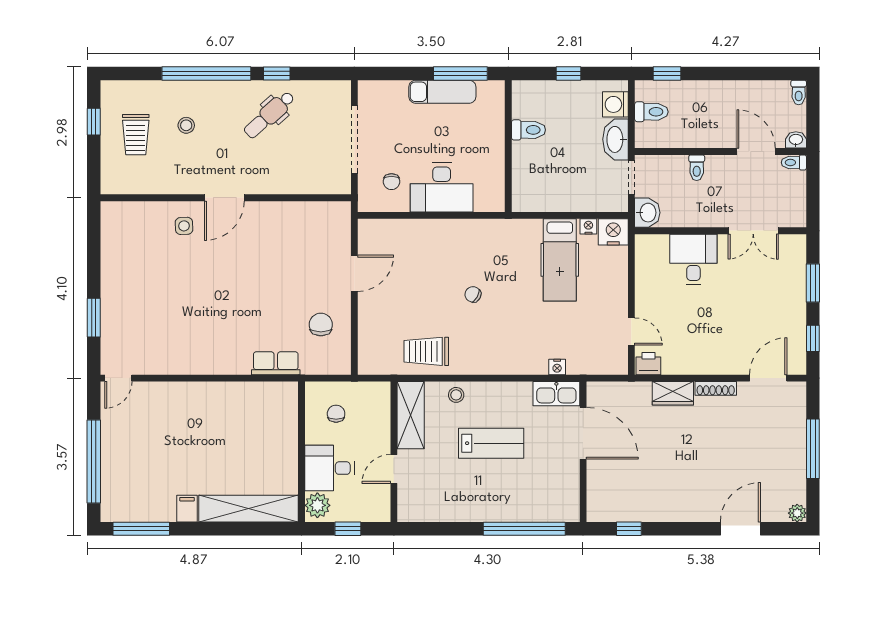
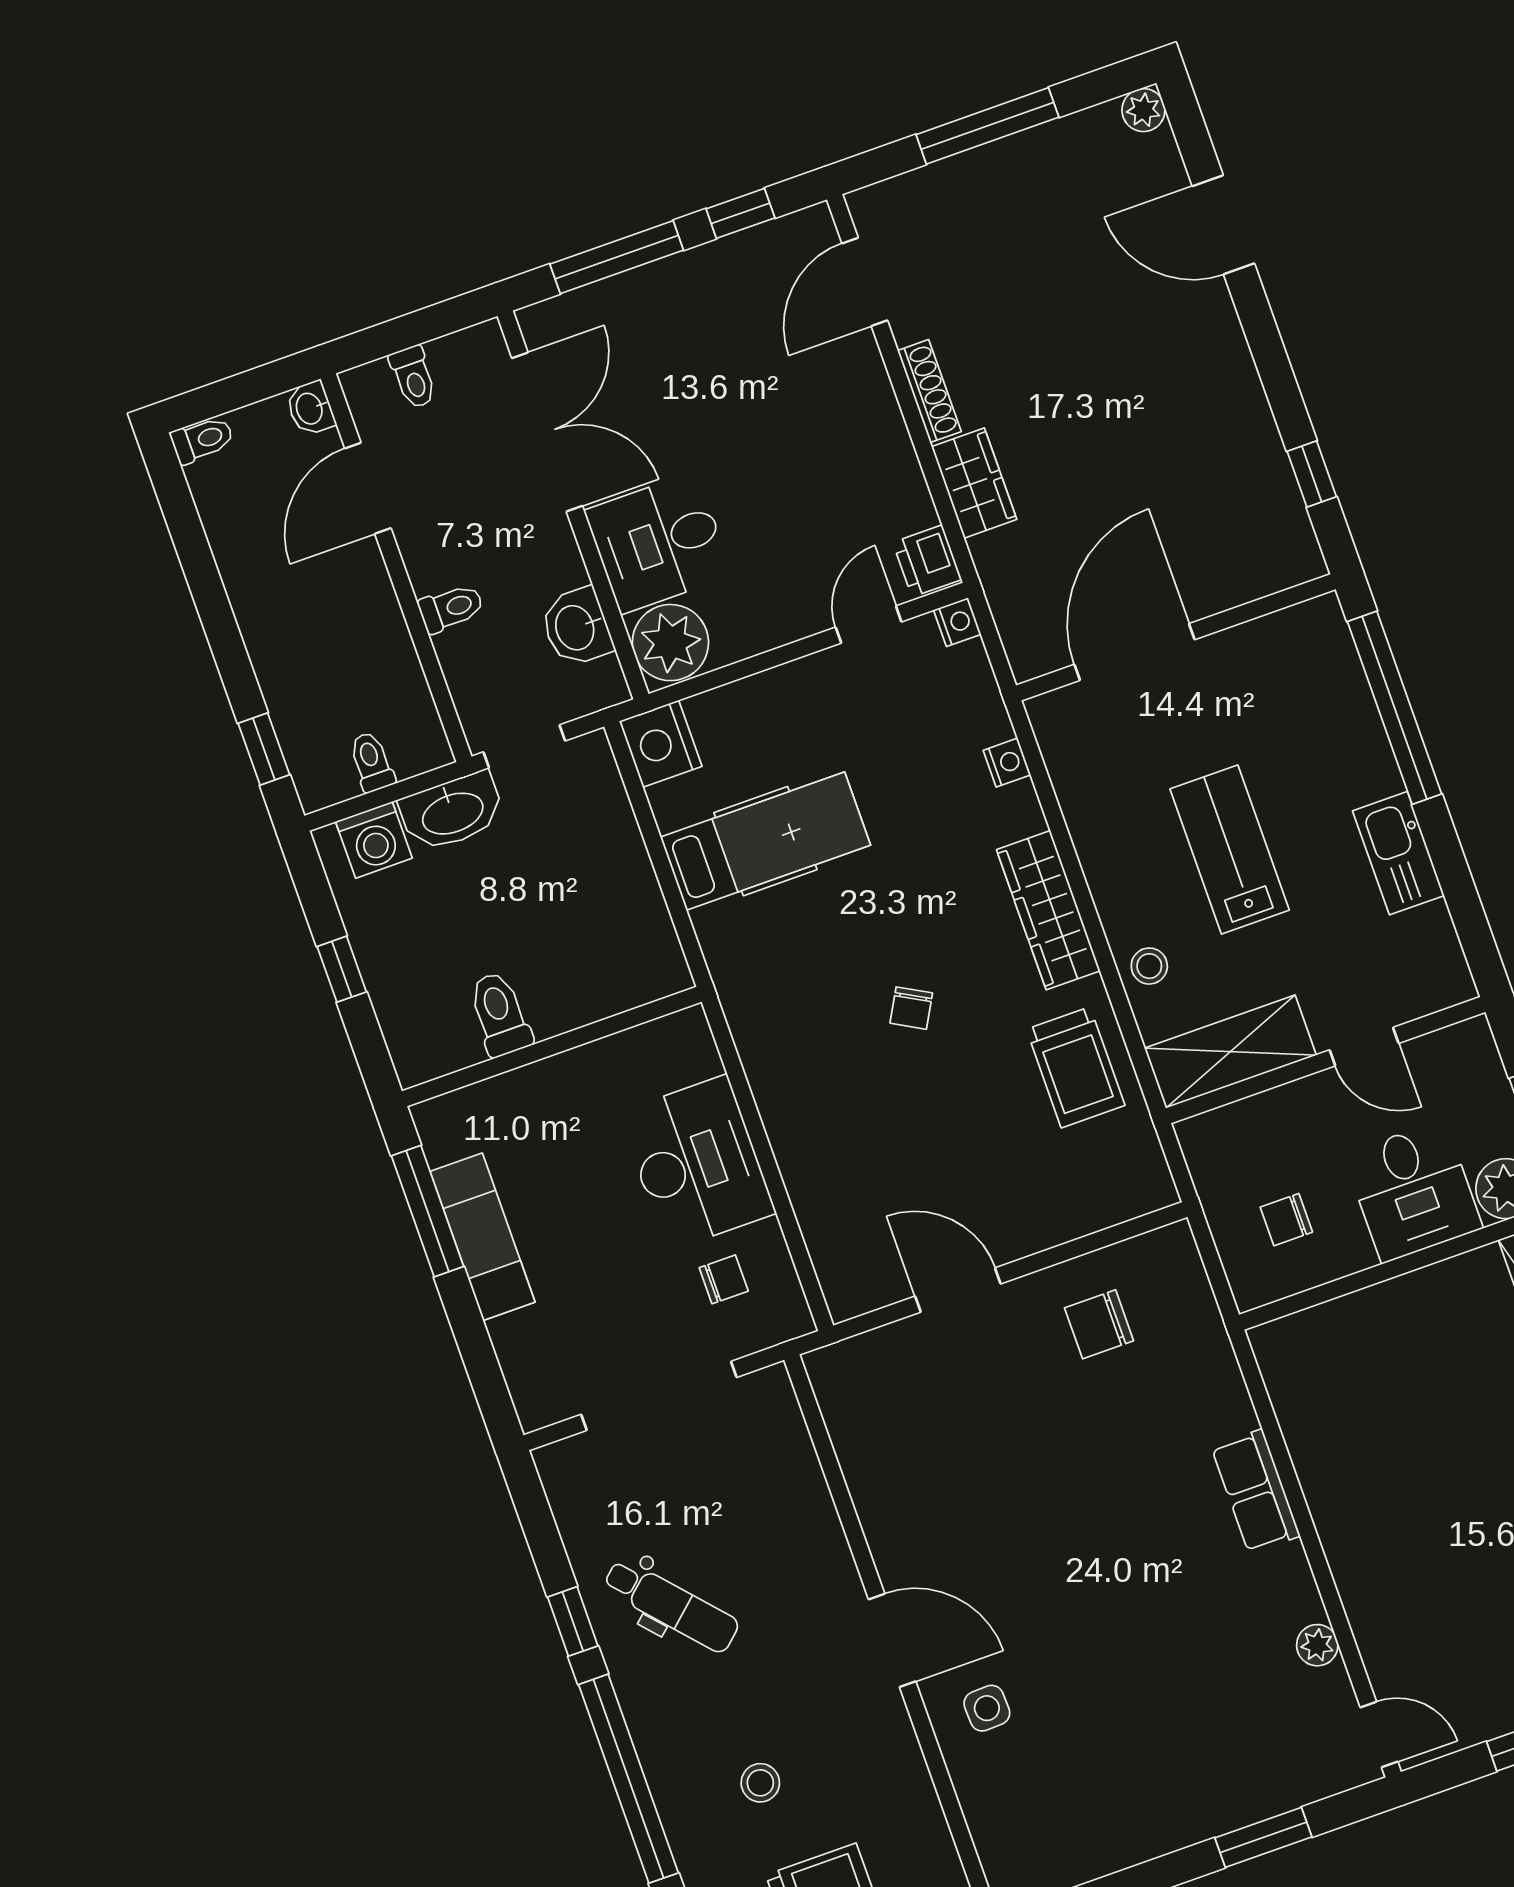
toilet: (651, 112) -> (372, 762), width x0.73, depth x0.72
toilet: (794, 162) -> (413, 377), moved
washbasin: (647, 213) -> (576, 627), moved, turned -90
nightstand: (588, 226) -> (957, 622), moved, turned 180
double door: (753, 231) -> (547, 432), width x1.37
plant: (652, 250) -> (670, 643), added
window: (813, 283) -> (617, 257), width x1.44
row of seats: (276, 363) -> (1256, 1491), moved
wardrobe: (493, 363) -> (1048, 910), added
plant: (163, 366) -> (1317, 1645), added
door: (768, 378) -> (865, 282), hinge flipped
kitchen sink: (556, 394) -> (1398, 853), moved, turned 180

